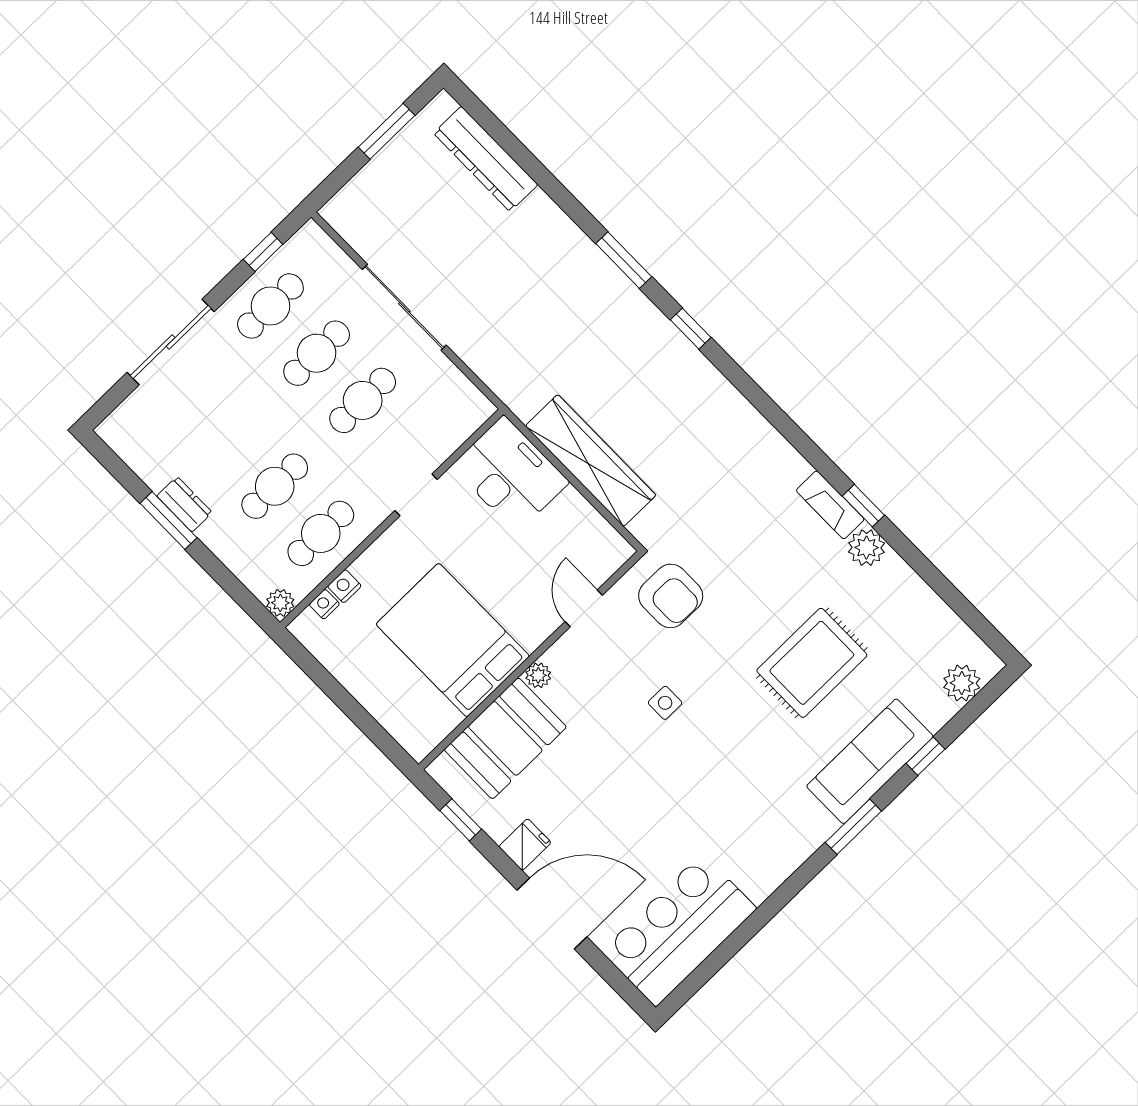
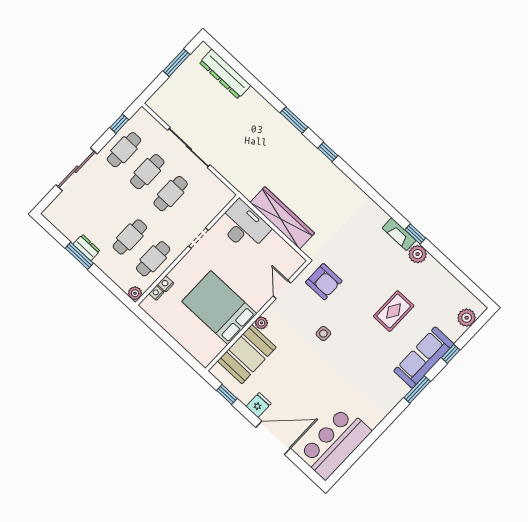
rug: (812, 663) -> (394, 311), width x0.73, depth x0.70

